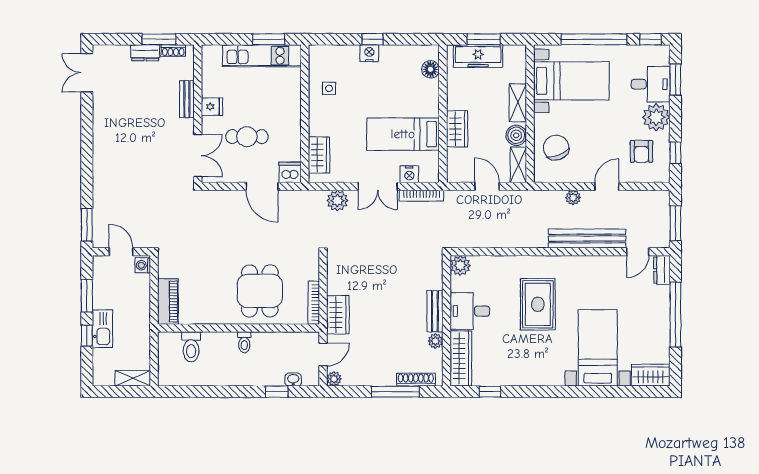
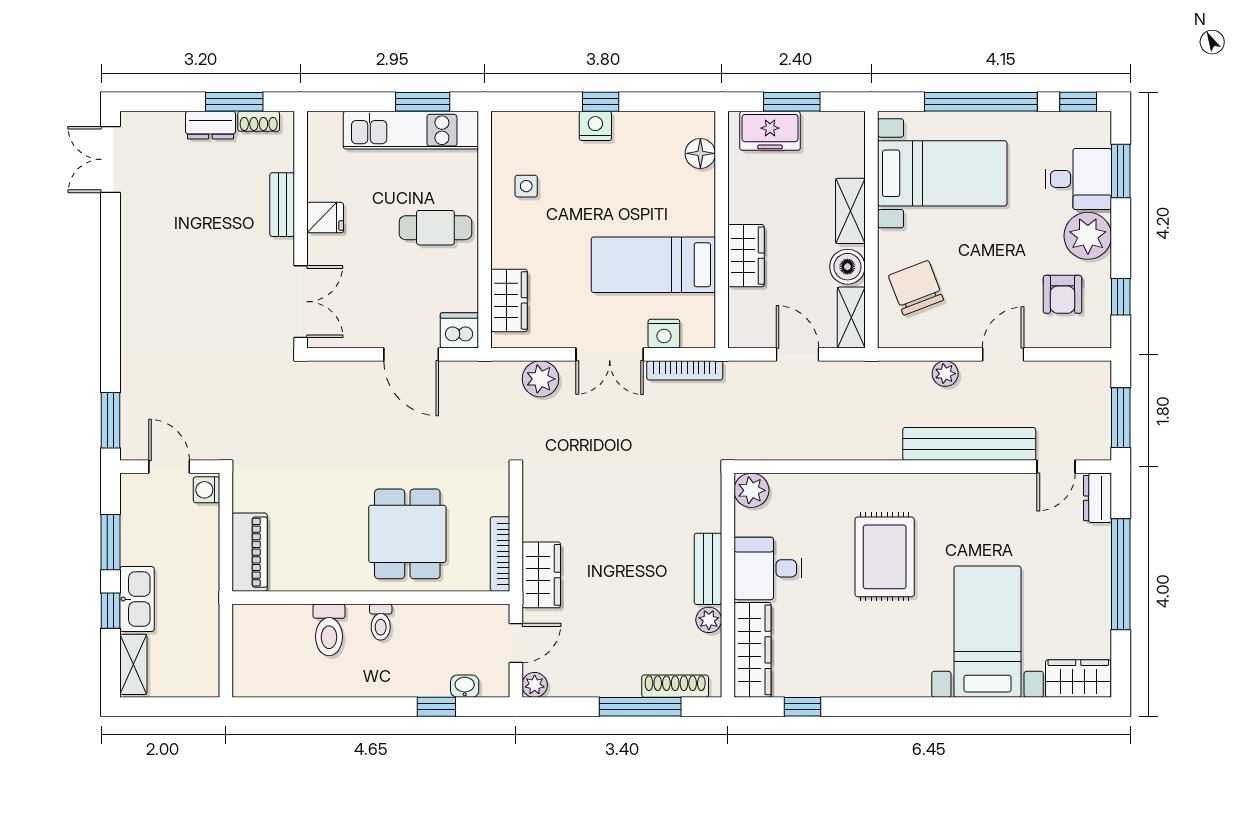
freezer: (478, 56) -> (770, 131), width x0.71
cafe table: (247, 137) -> (435, 228), moved
toilet: (191, 347) -> (329, 630), moved
shelving: (133, 378) -> (133, 664), moved, turned 90

